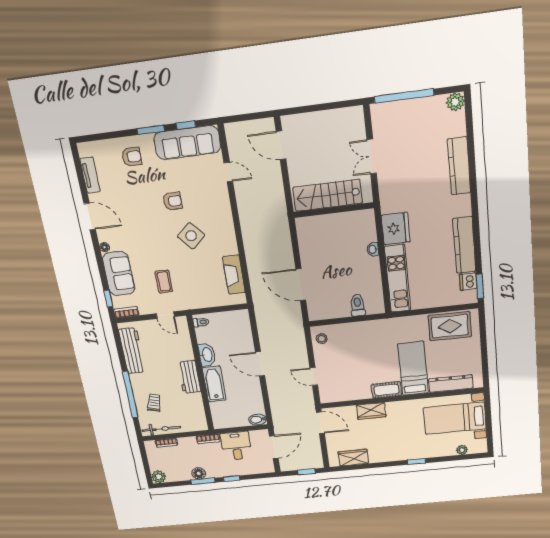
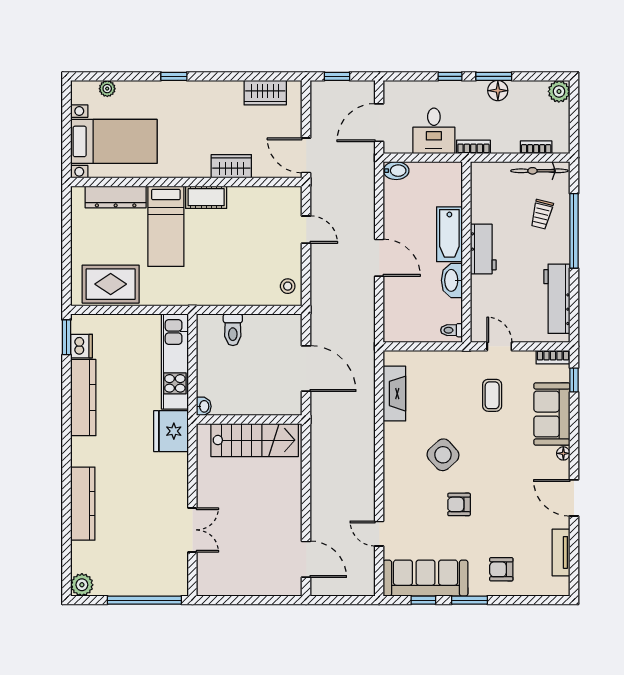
stairs: (328, 195) -> (255, 440), moved
wall: (334, 210) -> (249, 419), moved

